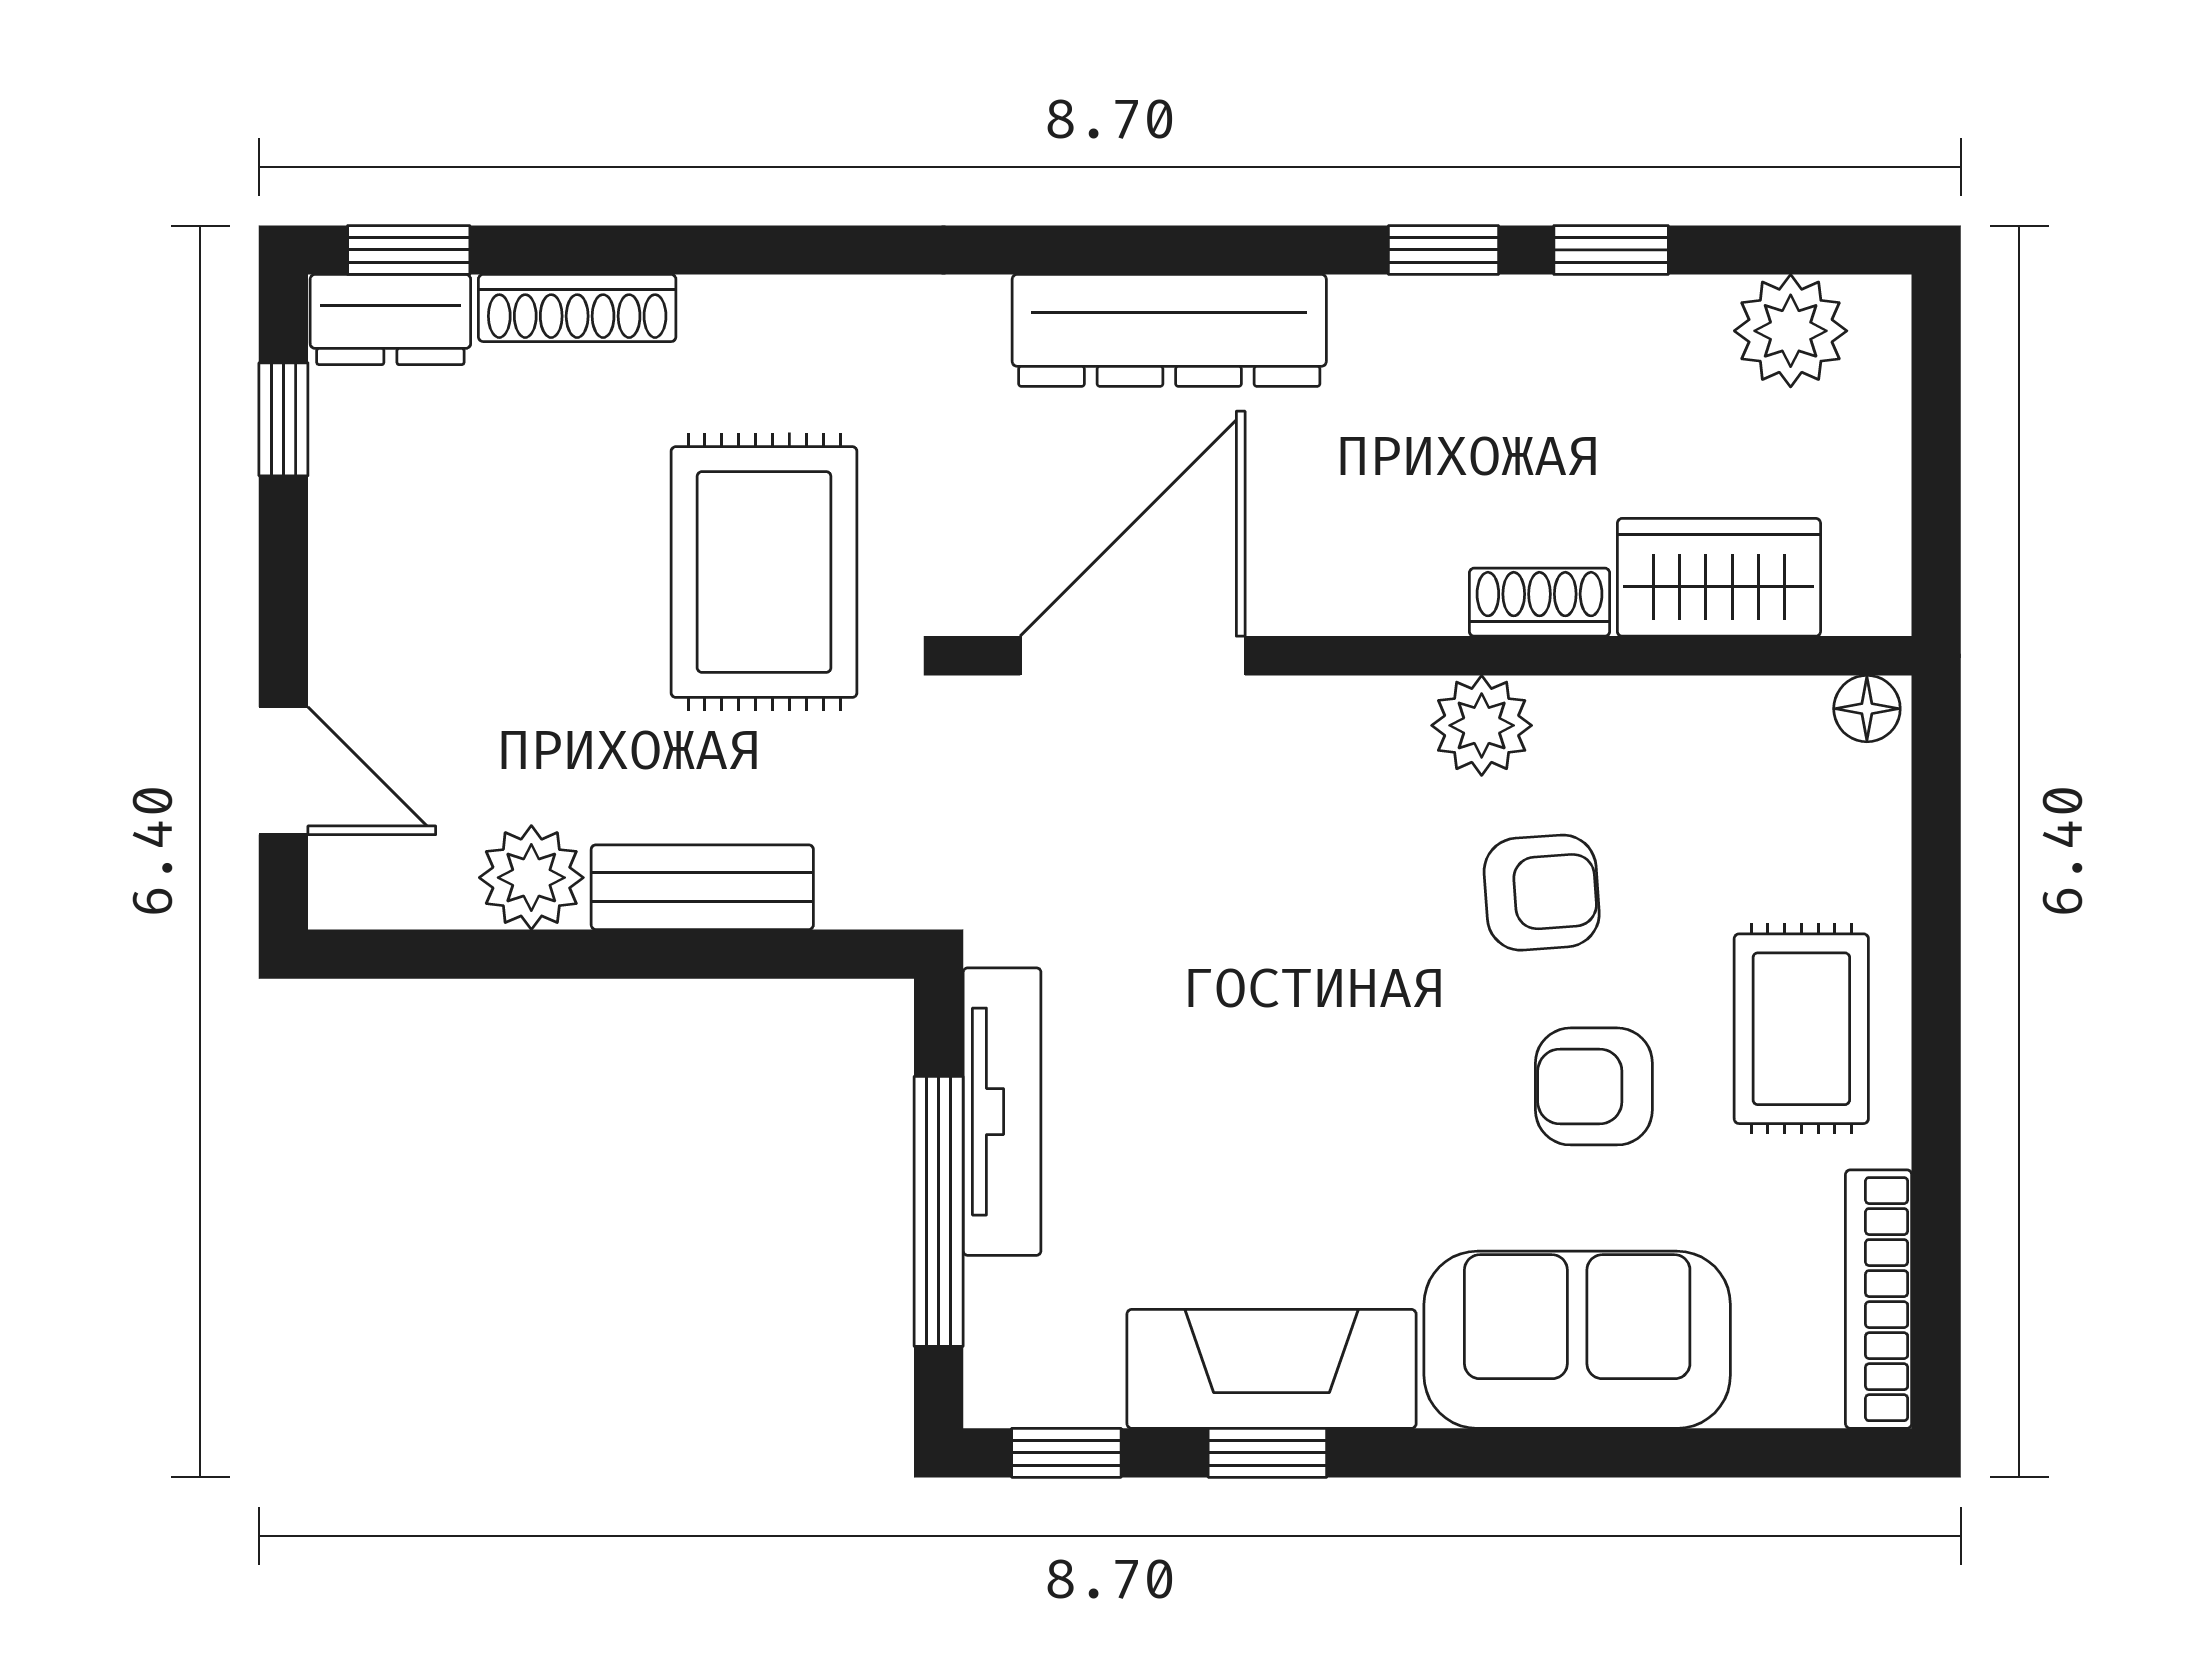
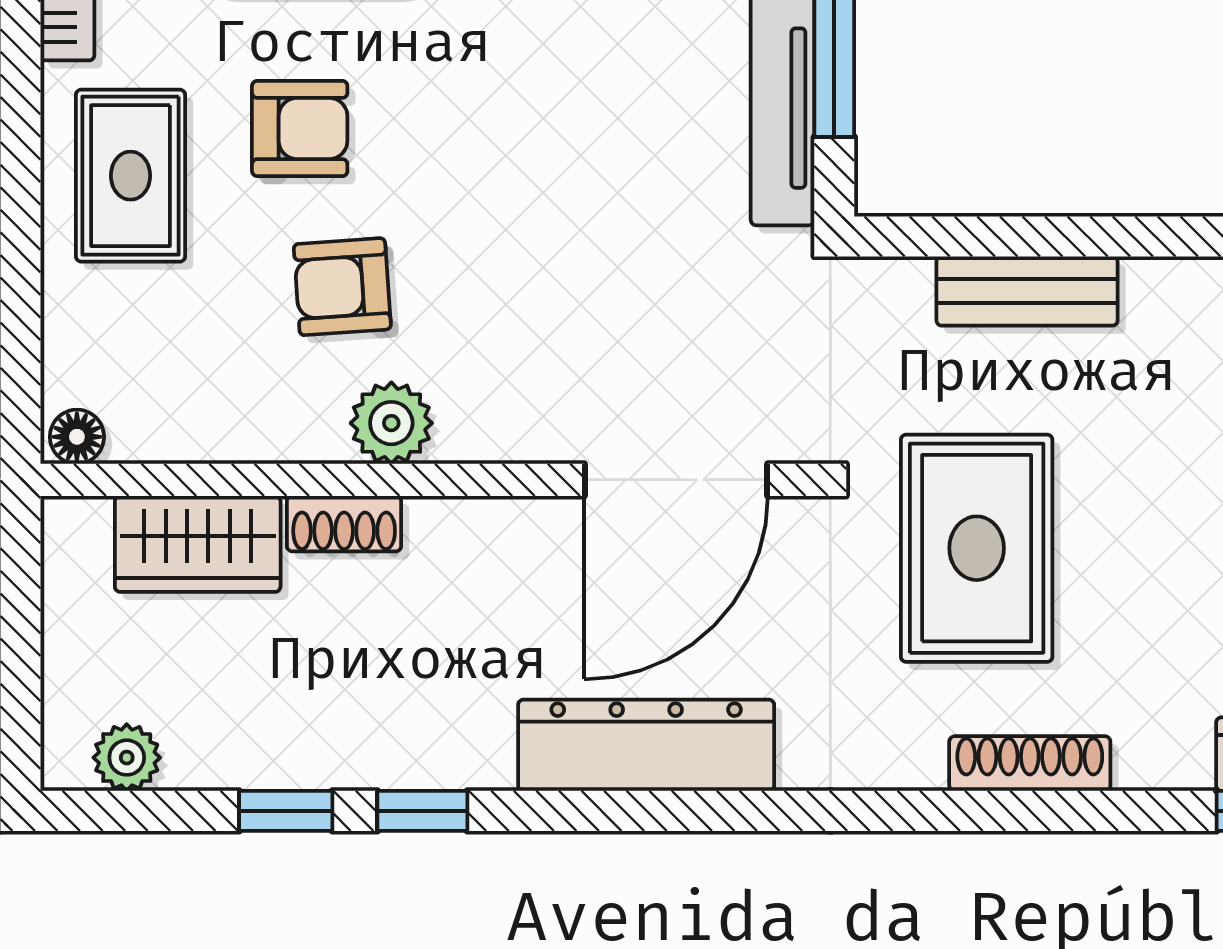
shoe rack: (577, 308) -> (1030, 764), moved
plant: (1791, 331) -> (127, 758), width x0.73, depth x0.73
plant: (531, 878) -> (1167, 299), removed

